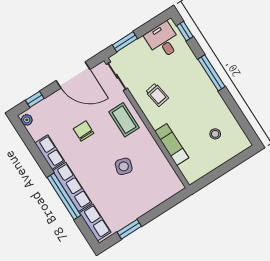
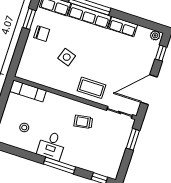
desk: (163, 41) -> (51, 146), moved, turned 90
chair: (83, 131) -> (42, 34), moved
exam couch: (172, 145) -> (28, 91), moved

